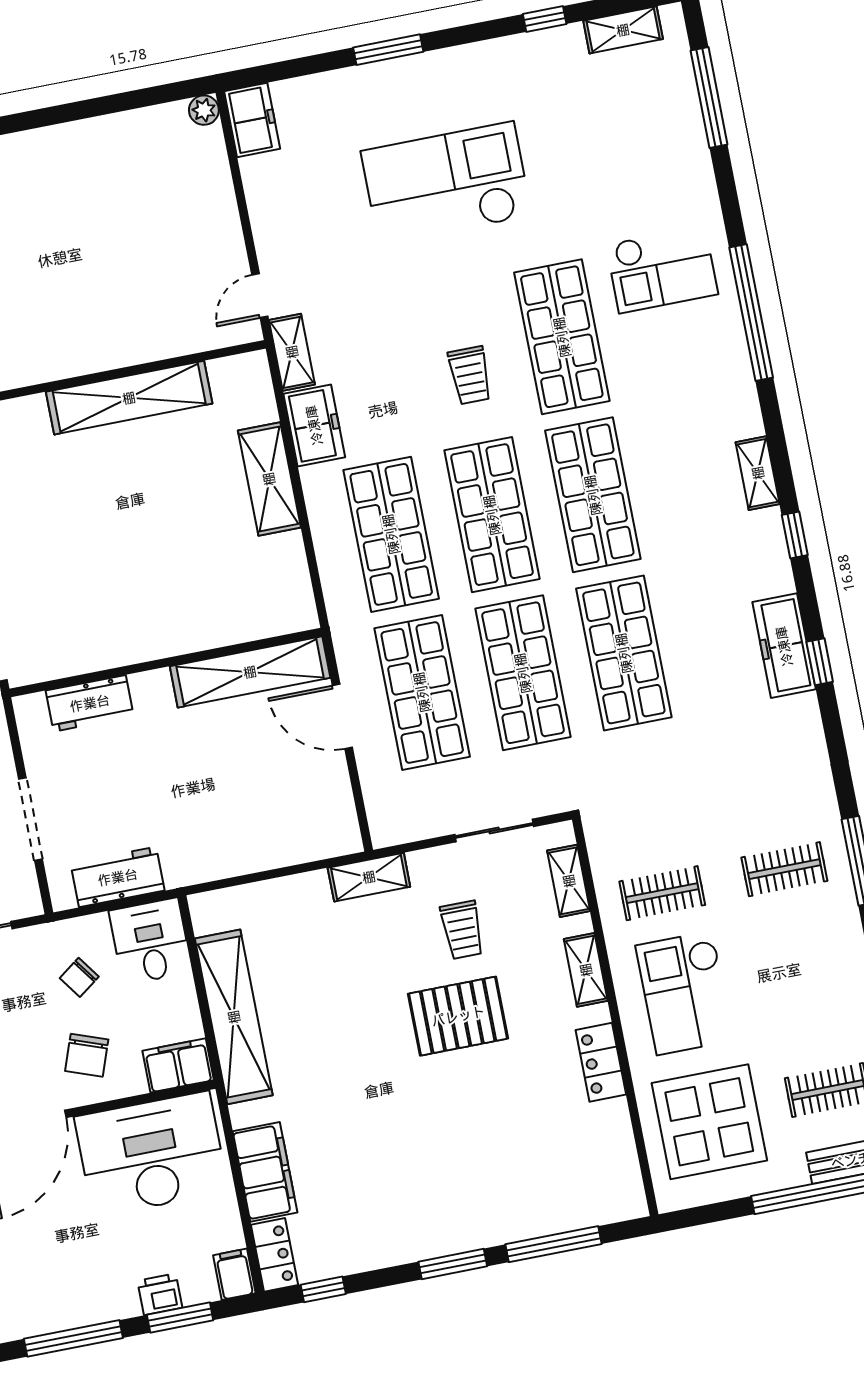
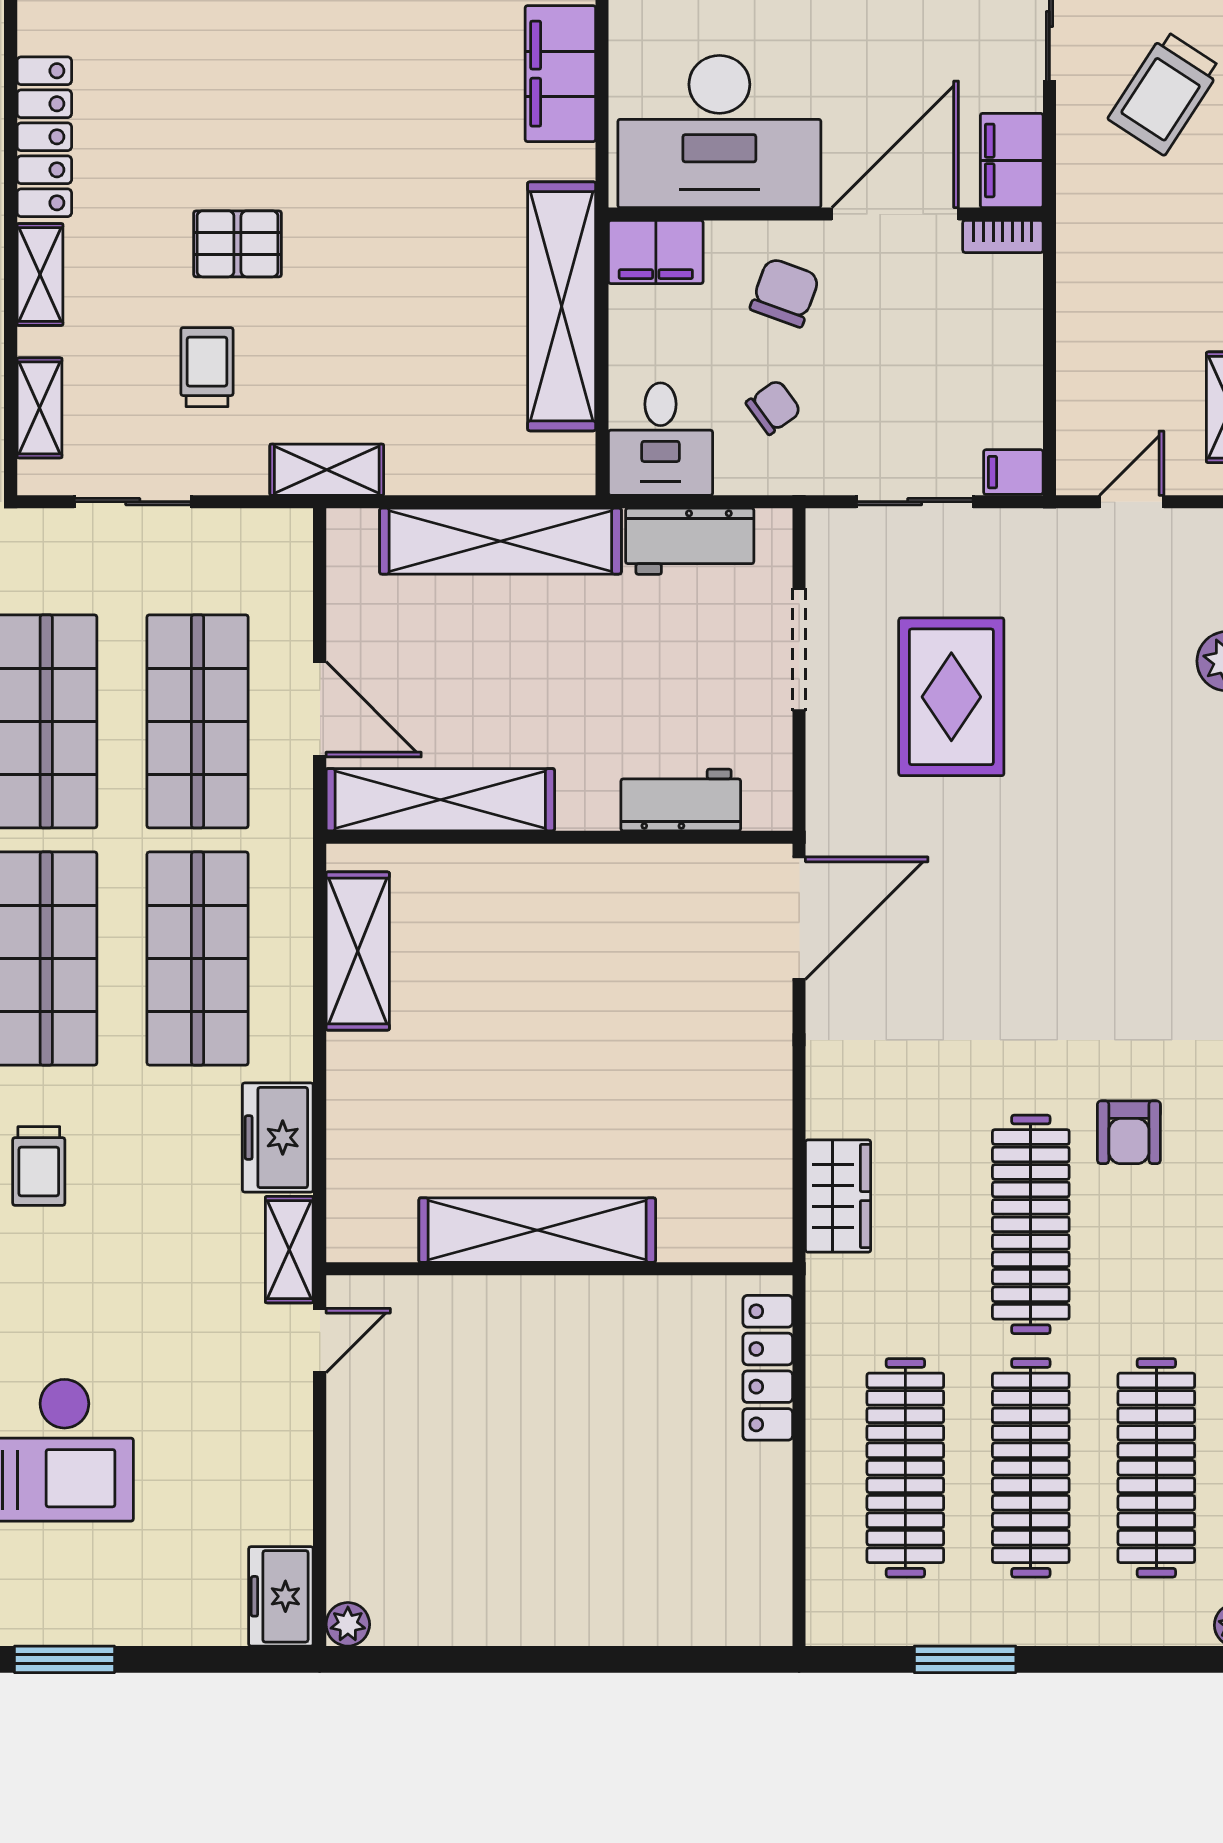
trolley: (470, 375) -> (39, 1166), turned 180
shelving: (269, 479) -> (358, 951), moved
shelving: (244, 852) -> (500, 541), added
pallet: (458, 1016) -> (237, 244), width x0.67, depth x0.71
locker: (601, 1062) -> (44, 137), width x1.53

